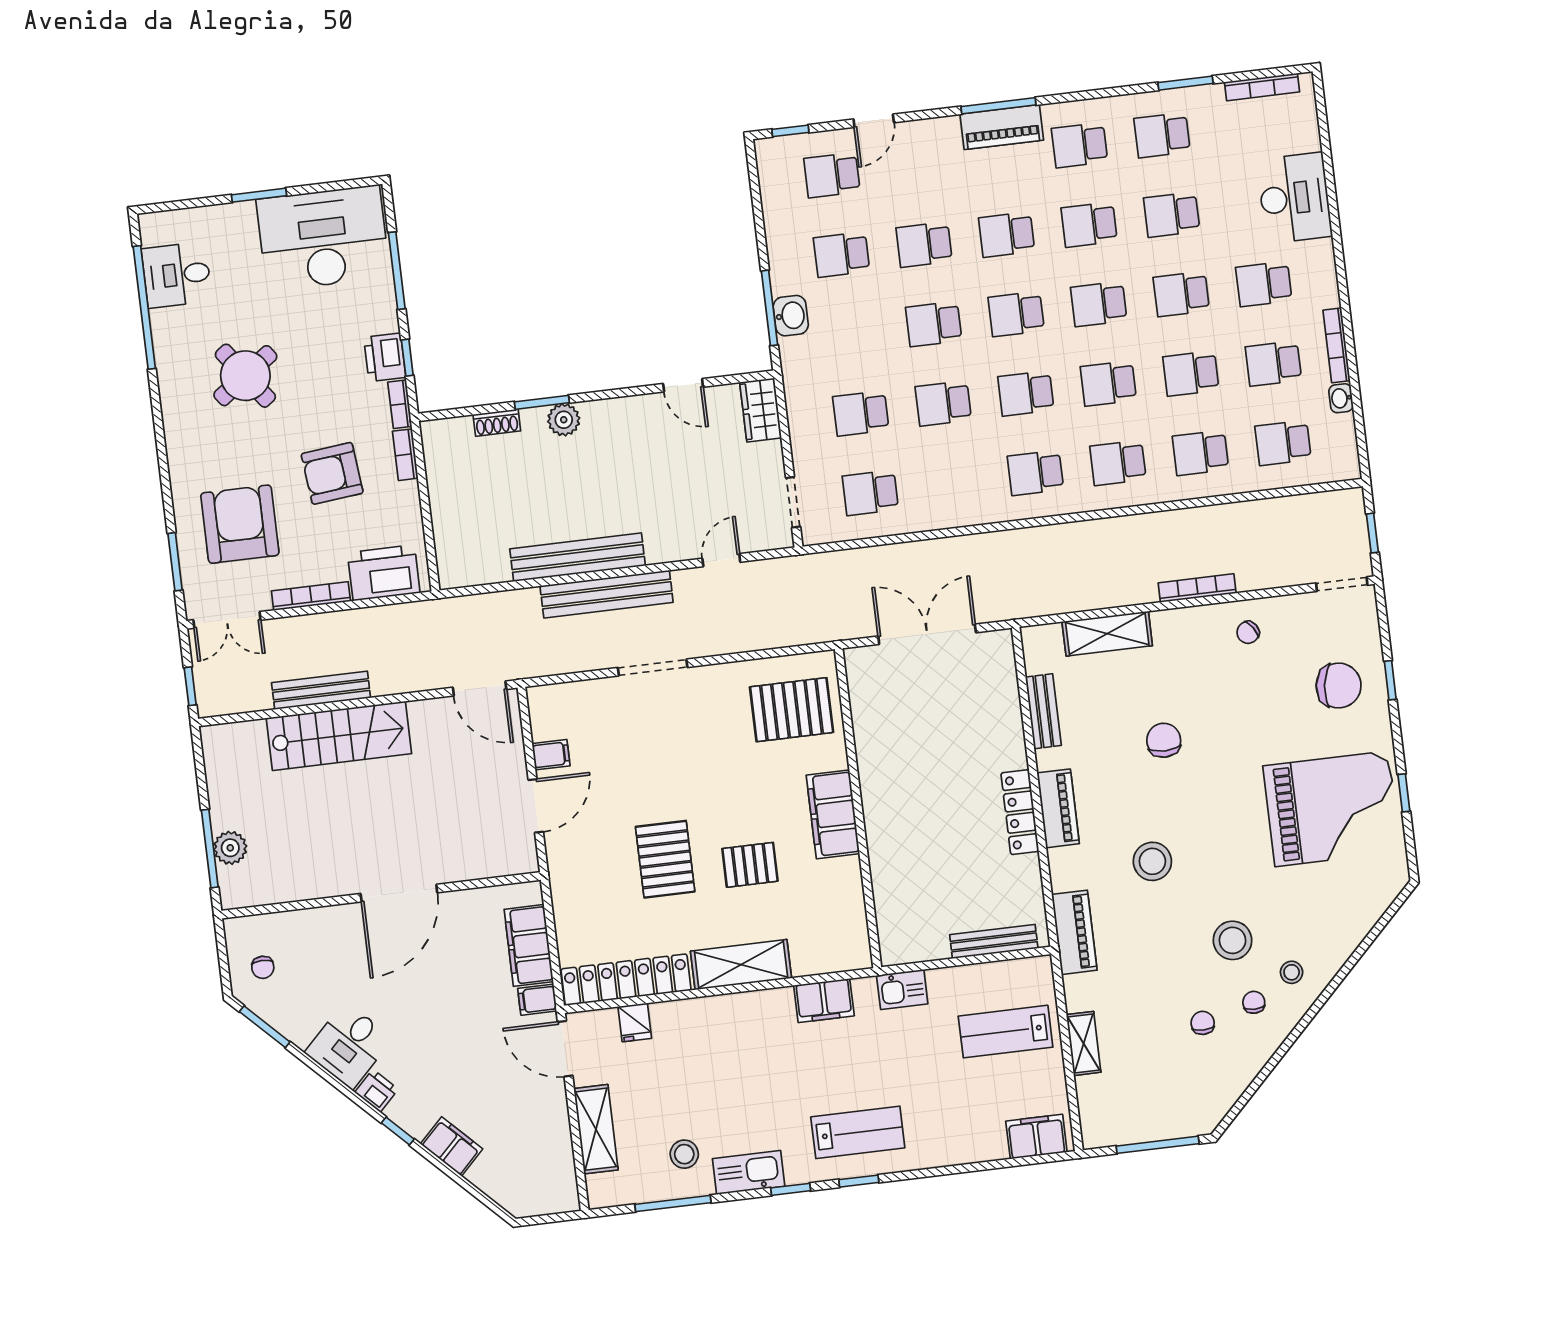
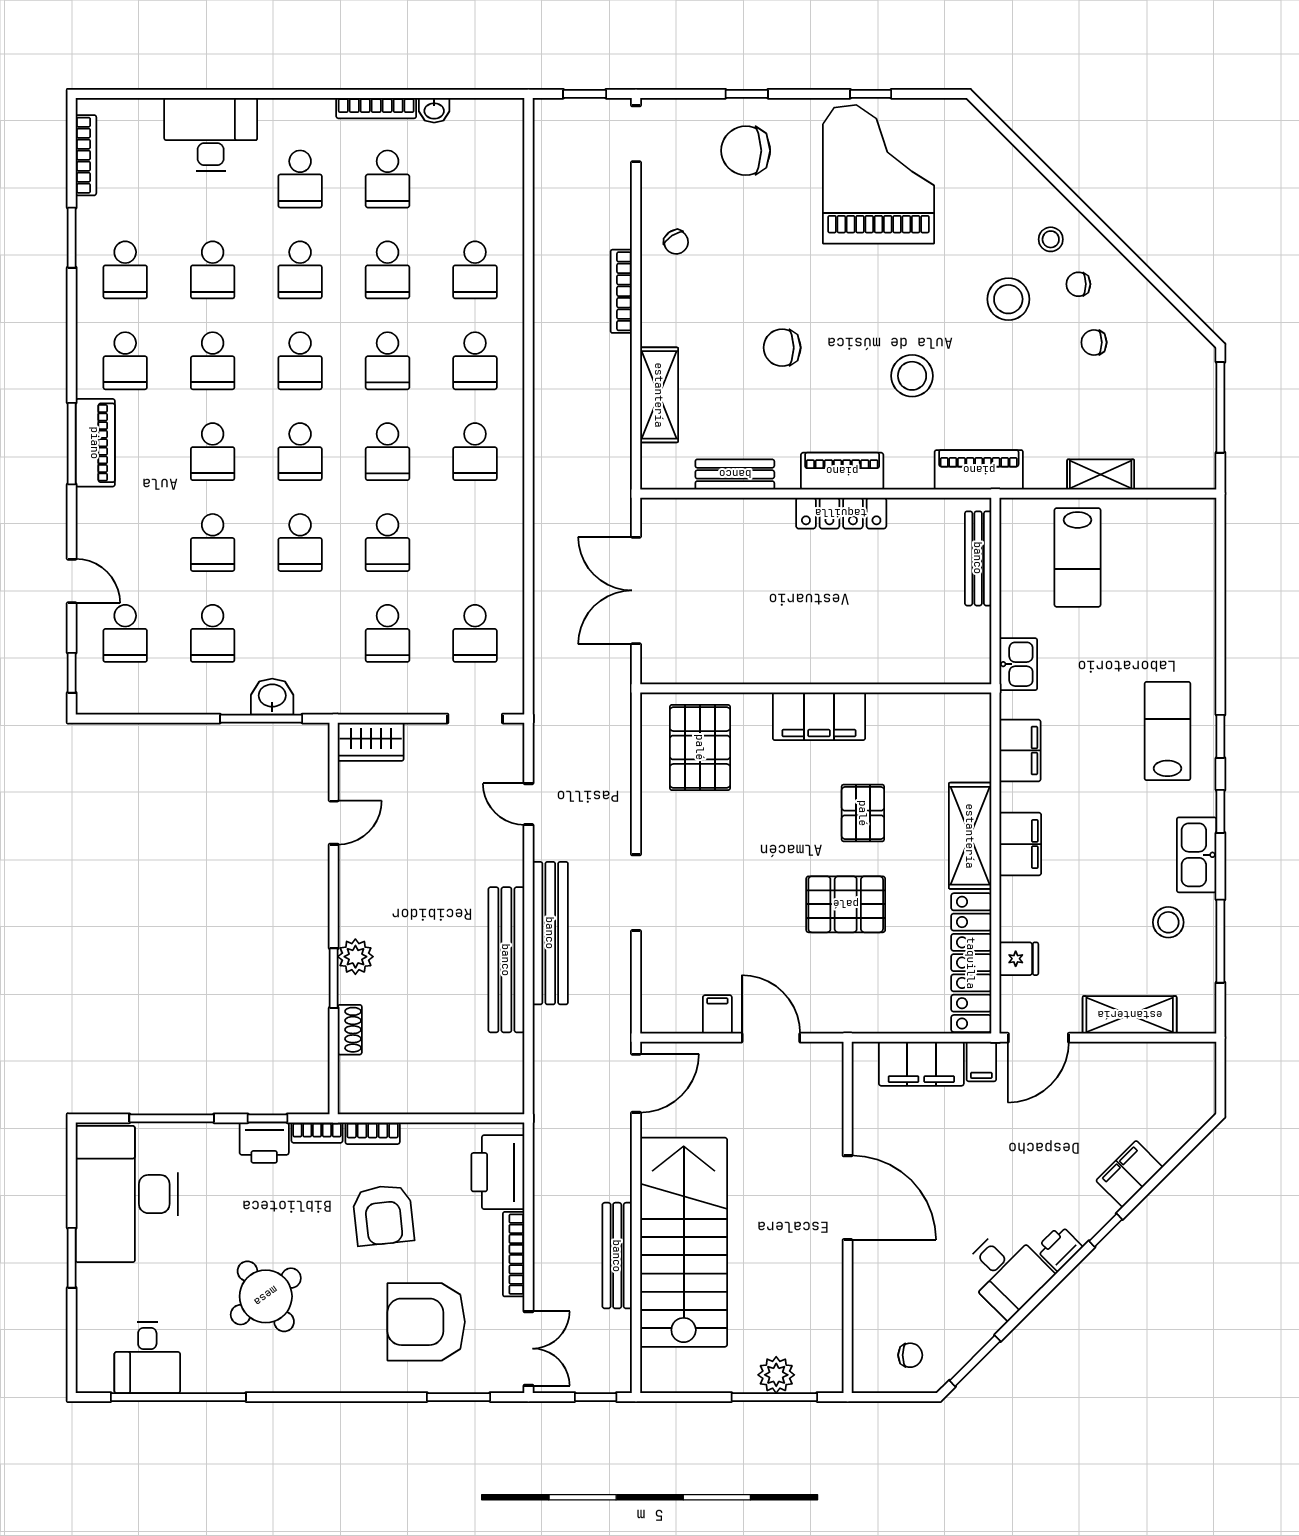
school desk: (1283, 443) -> (475, 179), removed
chair: (1339, 686) -> (746, 151), turned -98
stairs: (339, 736) -> (684, 1242), width x1.36, depth x1.51
filing cabinet: (1036, 1137) -> (1020, 844), moved, turned 180

